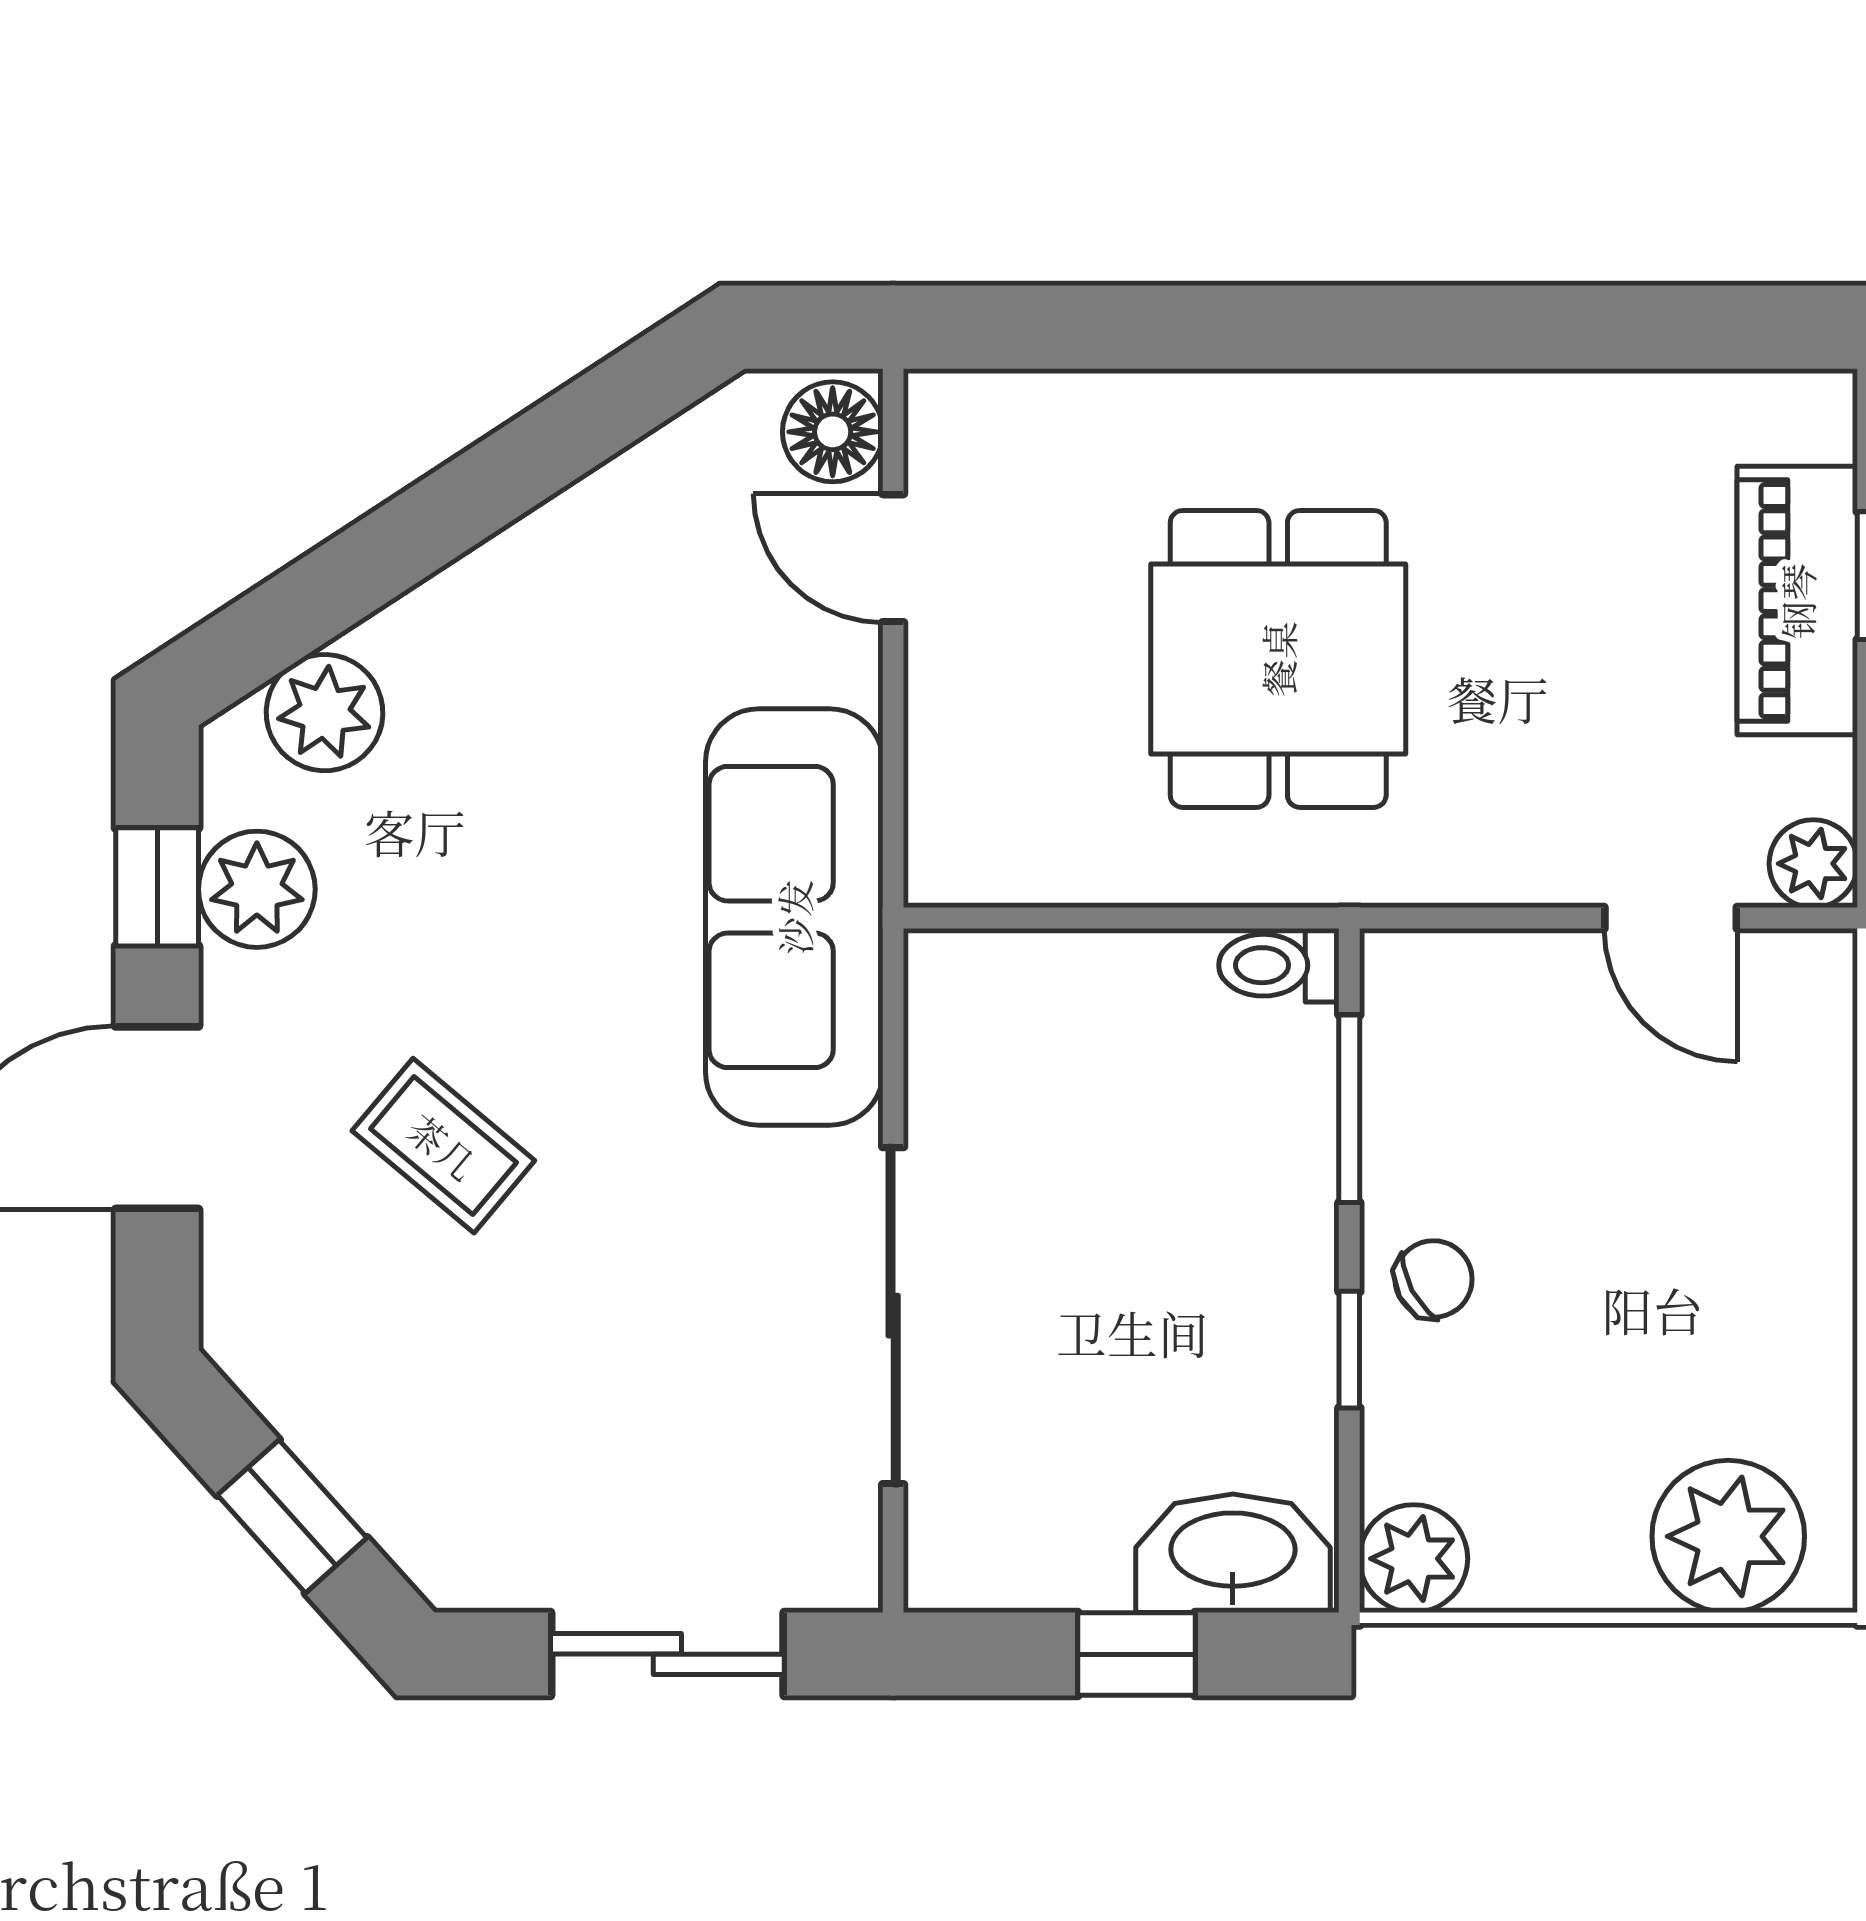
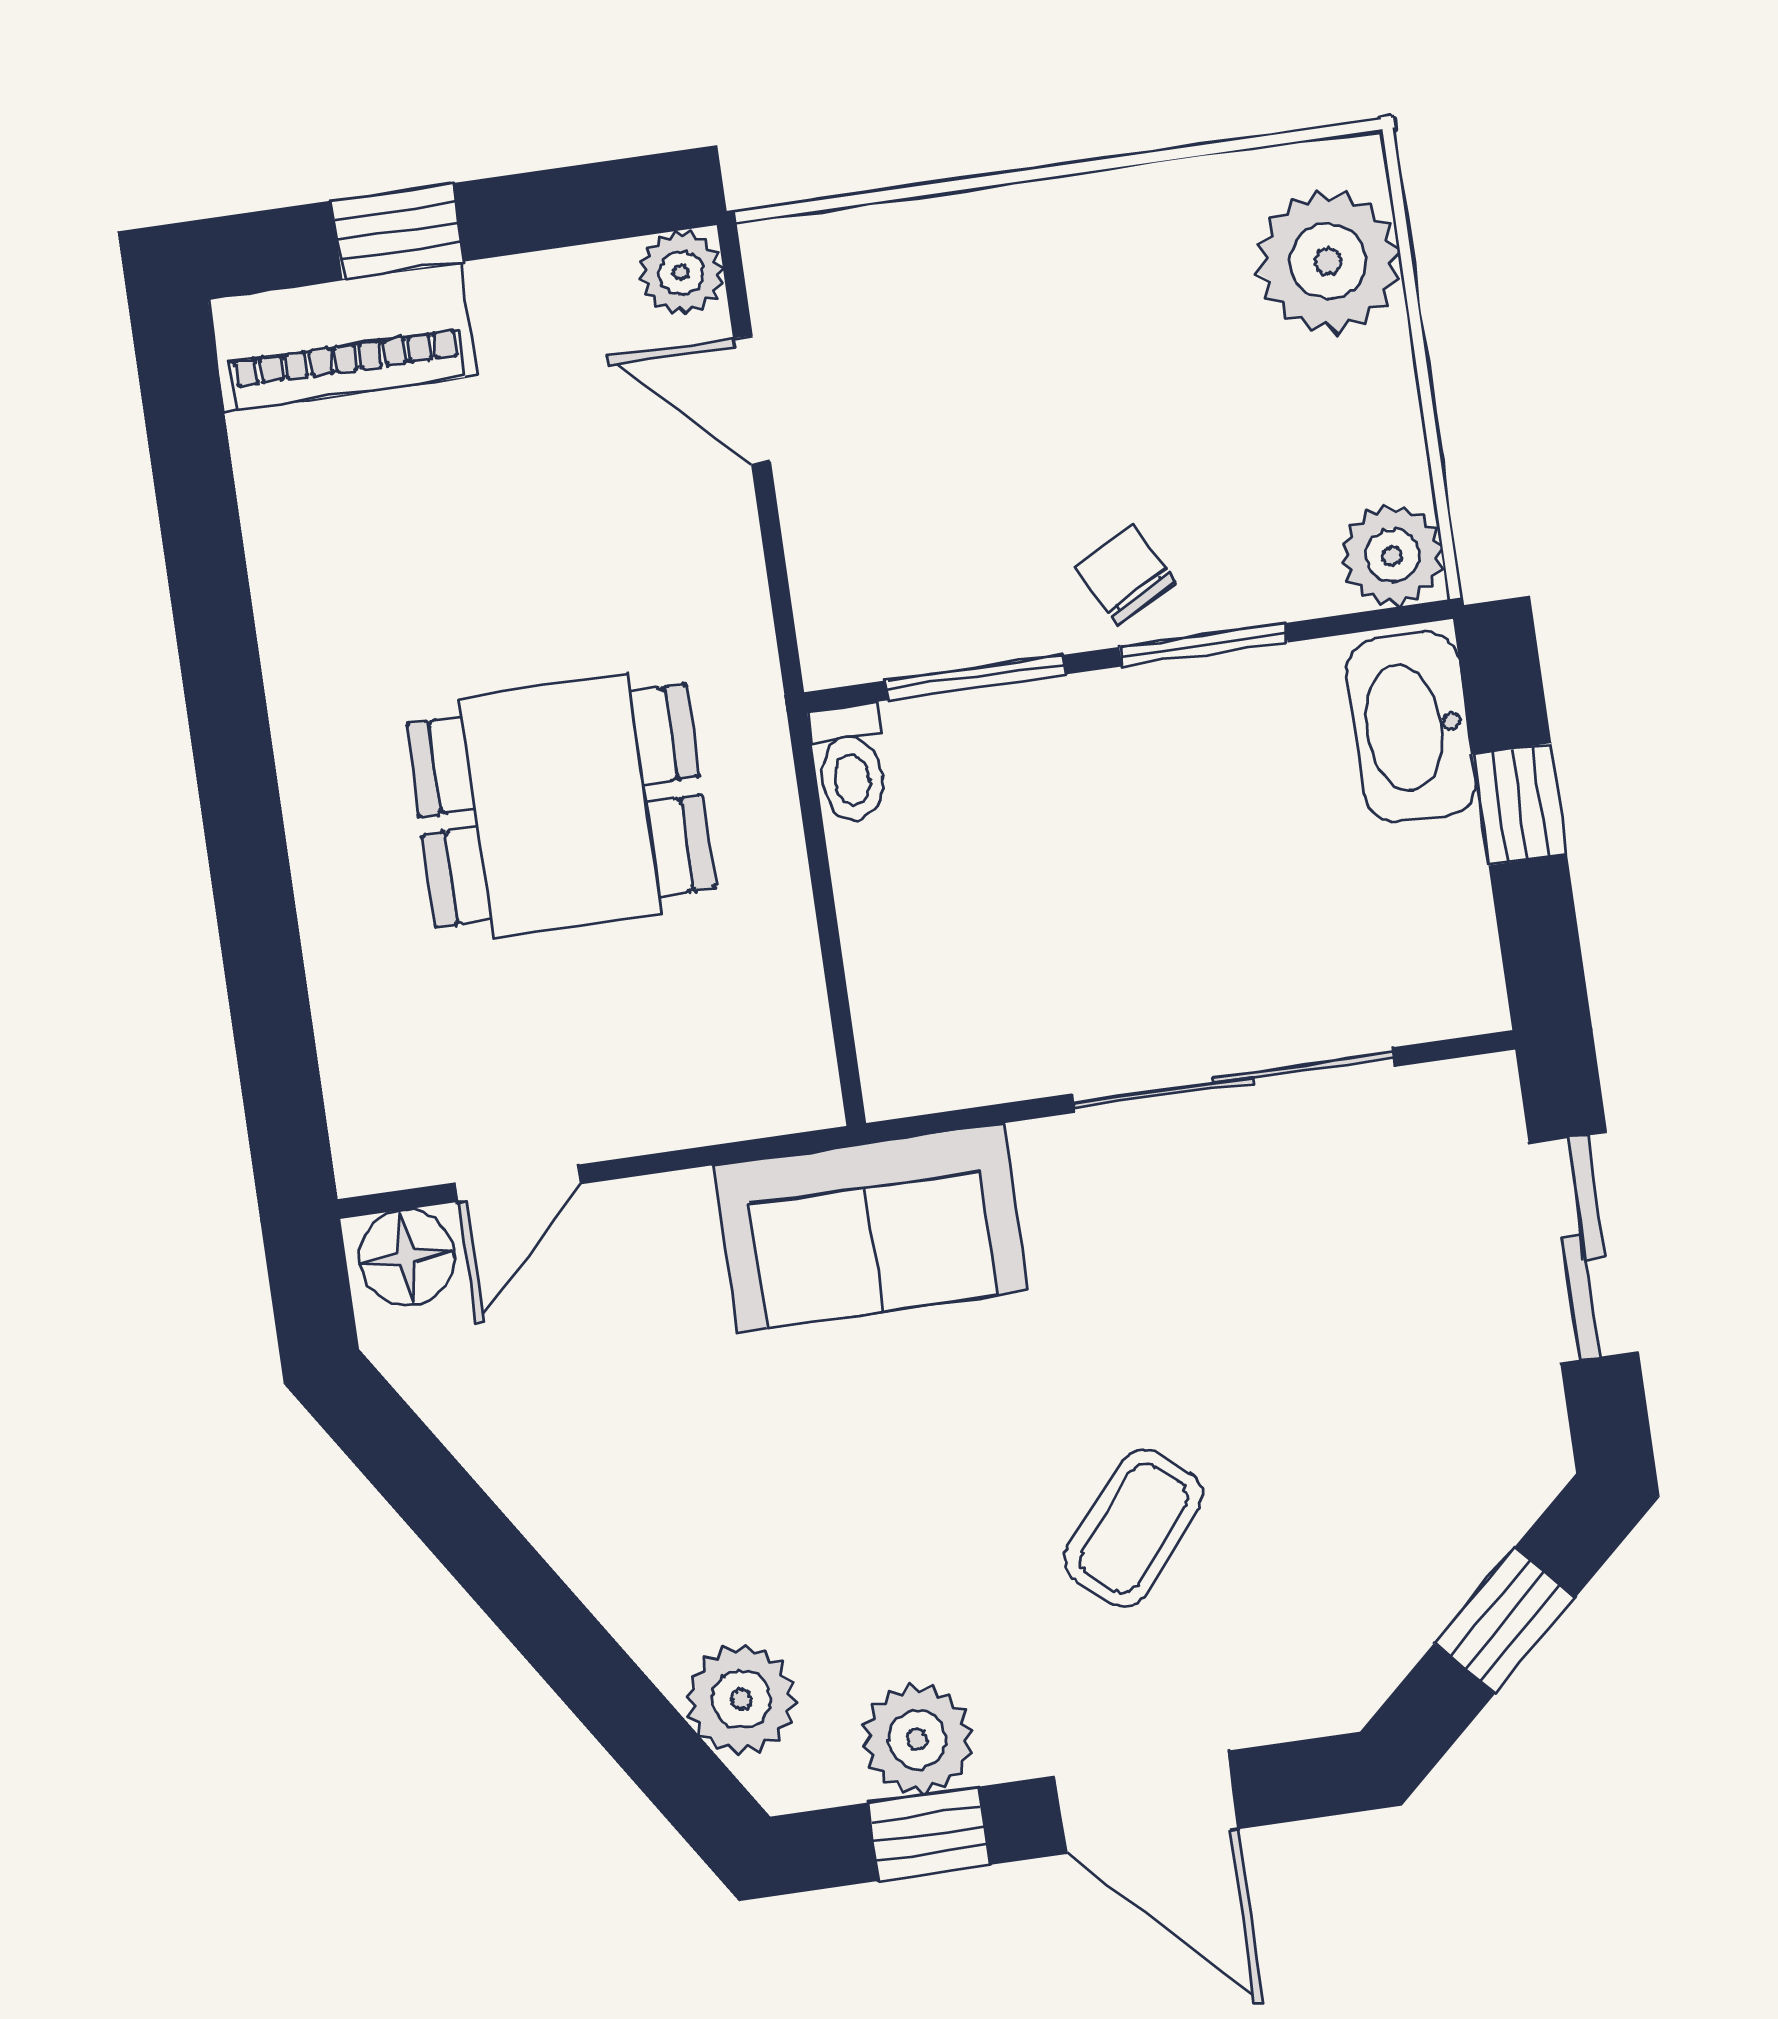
piano: (1797, 601) -> (343, 337), moved
sofa: (794, 917) -> (870, 1228), width x0.73
door: (1671, 918) -> (752, 400), swing flipped
window: (1349, 1350) -> (1203, 645), width x1.50

